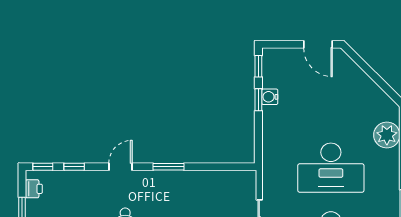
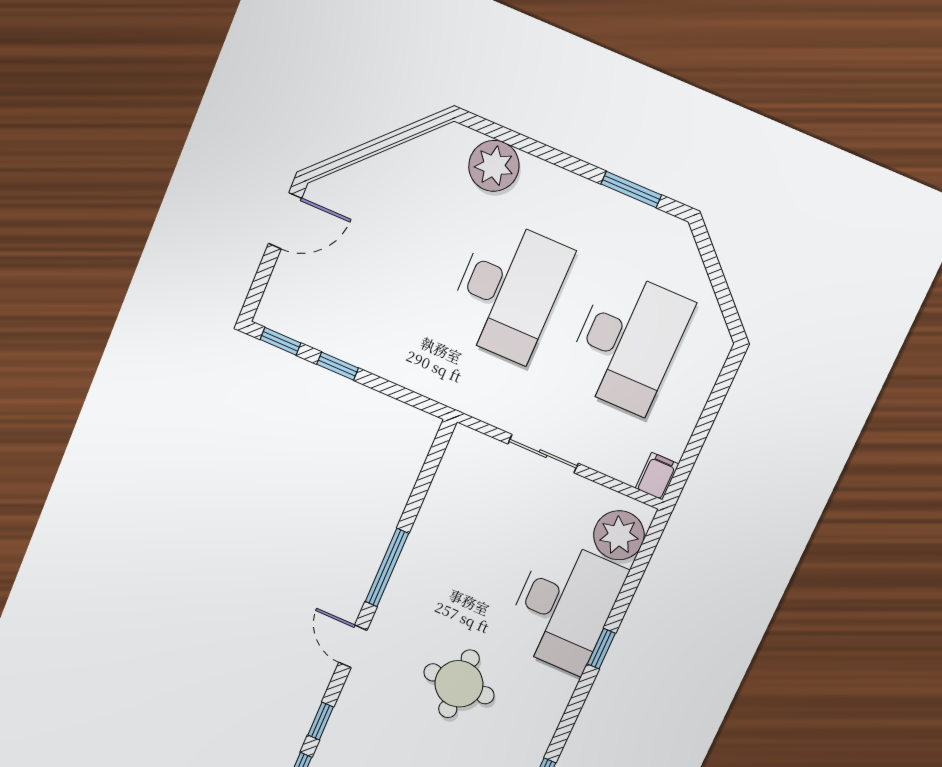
water cooler: (270, 97) -> (341, 344), removed
window: (168, 167) -> (387, 568), width x1.44

